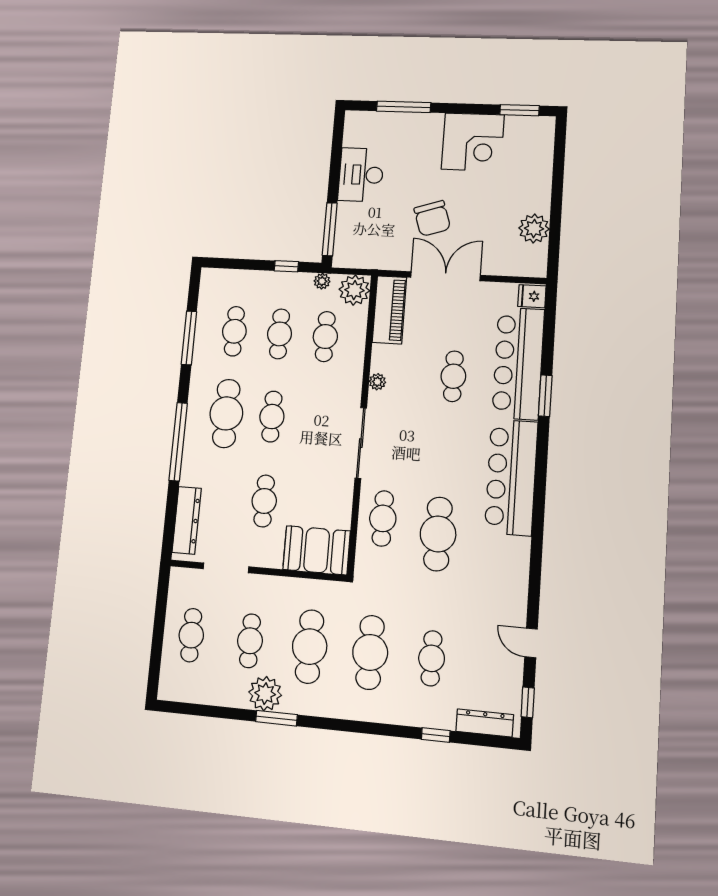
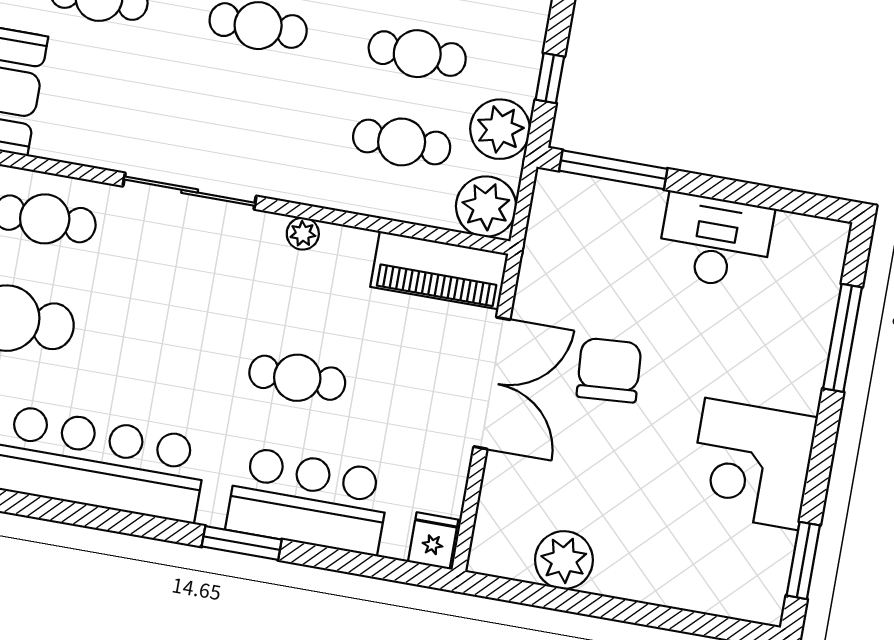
chair: (432, 218) -> (609, 370), turned 104
plant: (322, 281) -> (500, 129), width x1.88, depth x1.88
bar counter: (518, 363) -> (308, 501), width x0.73

